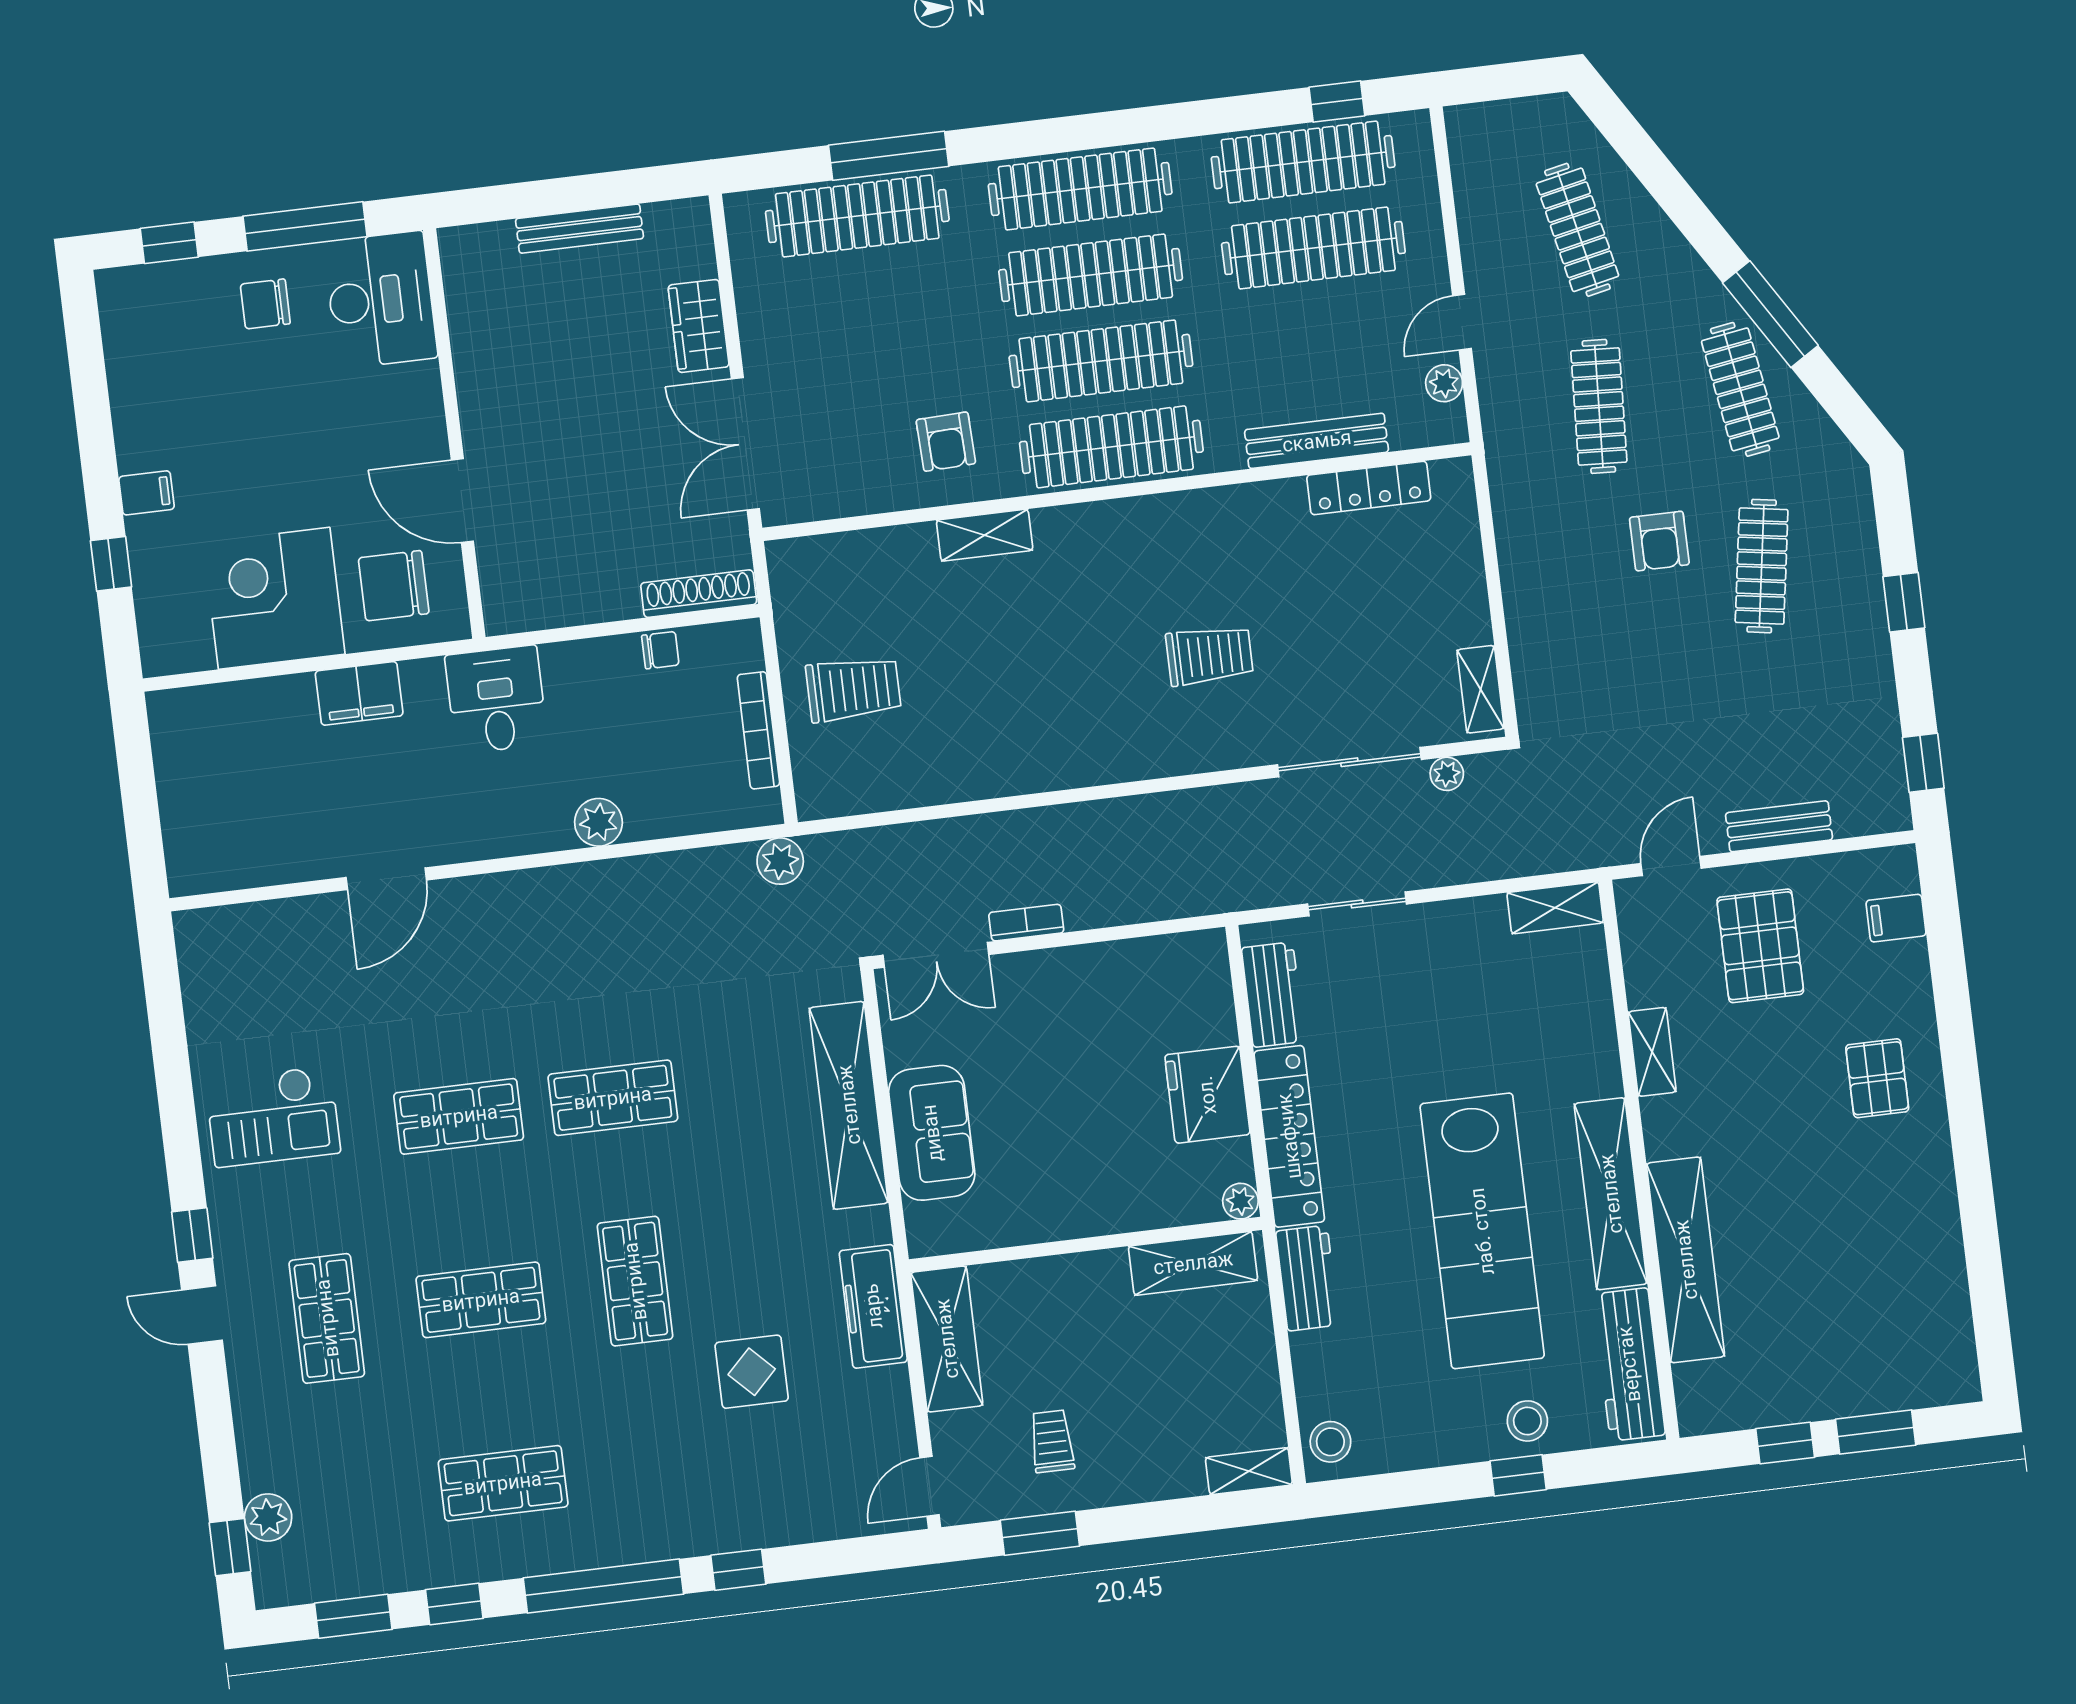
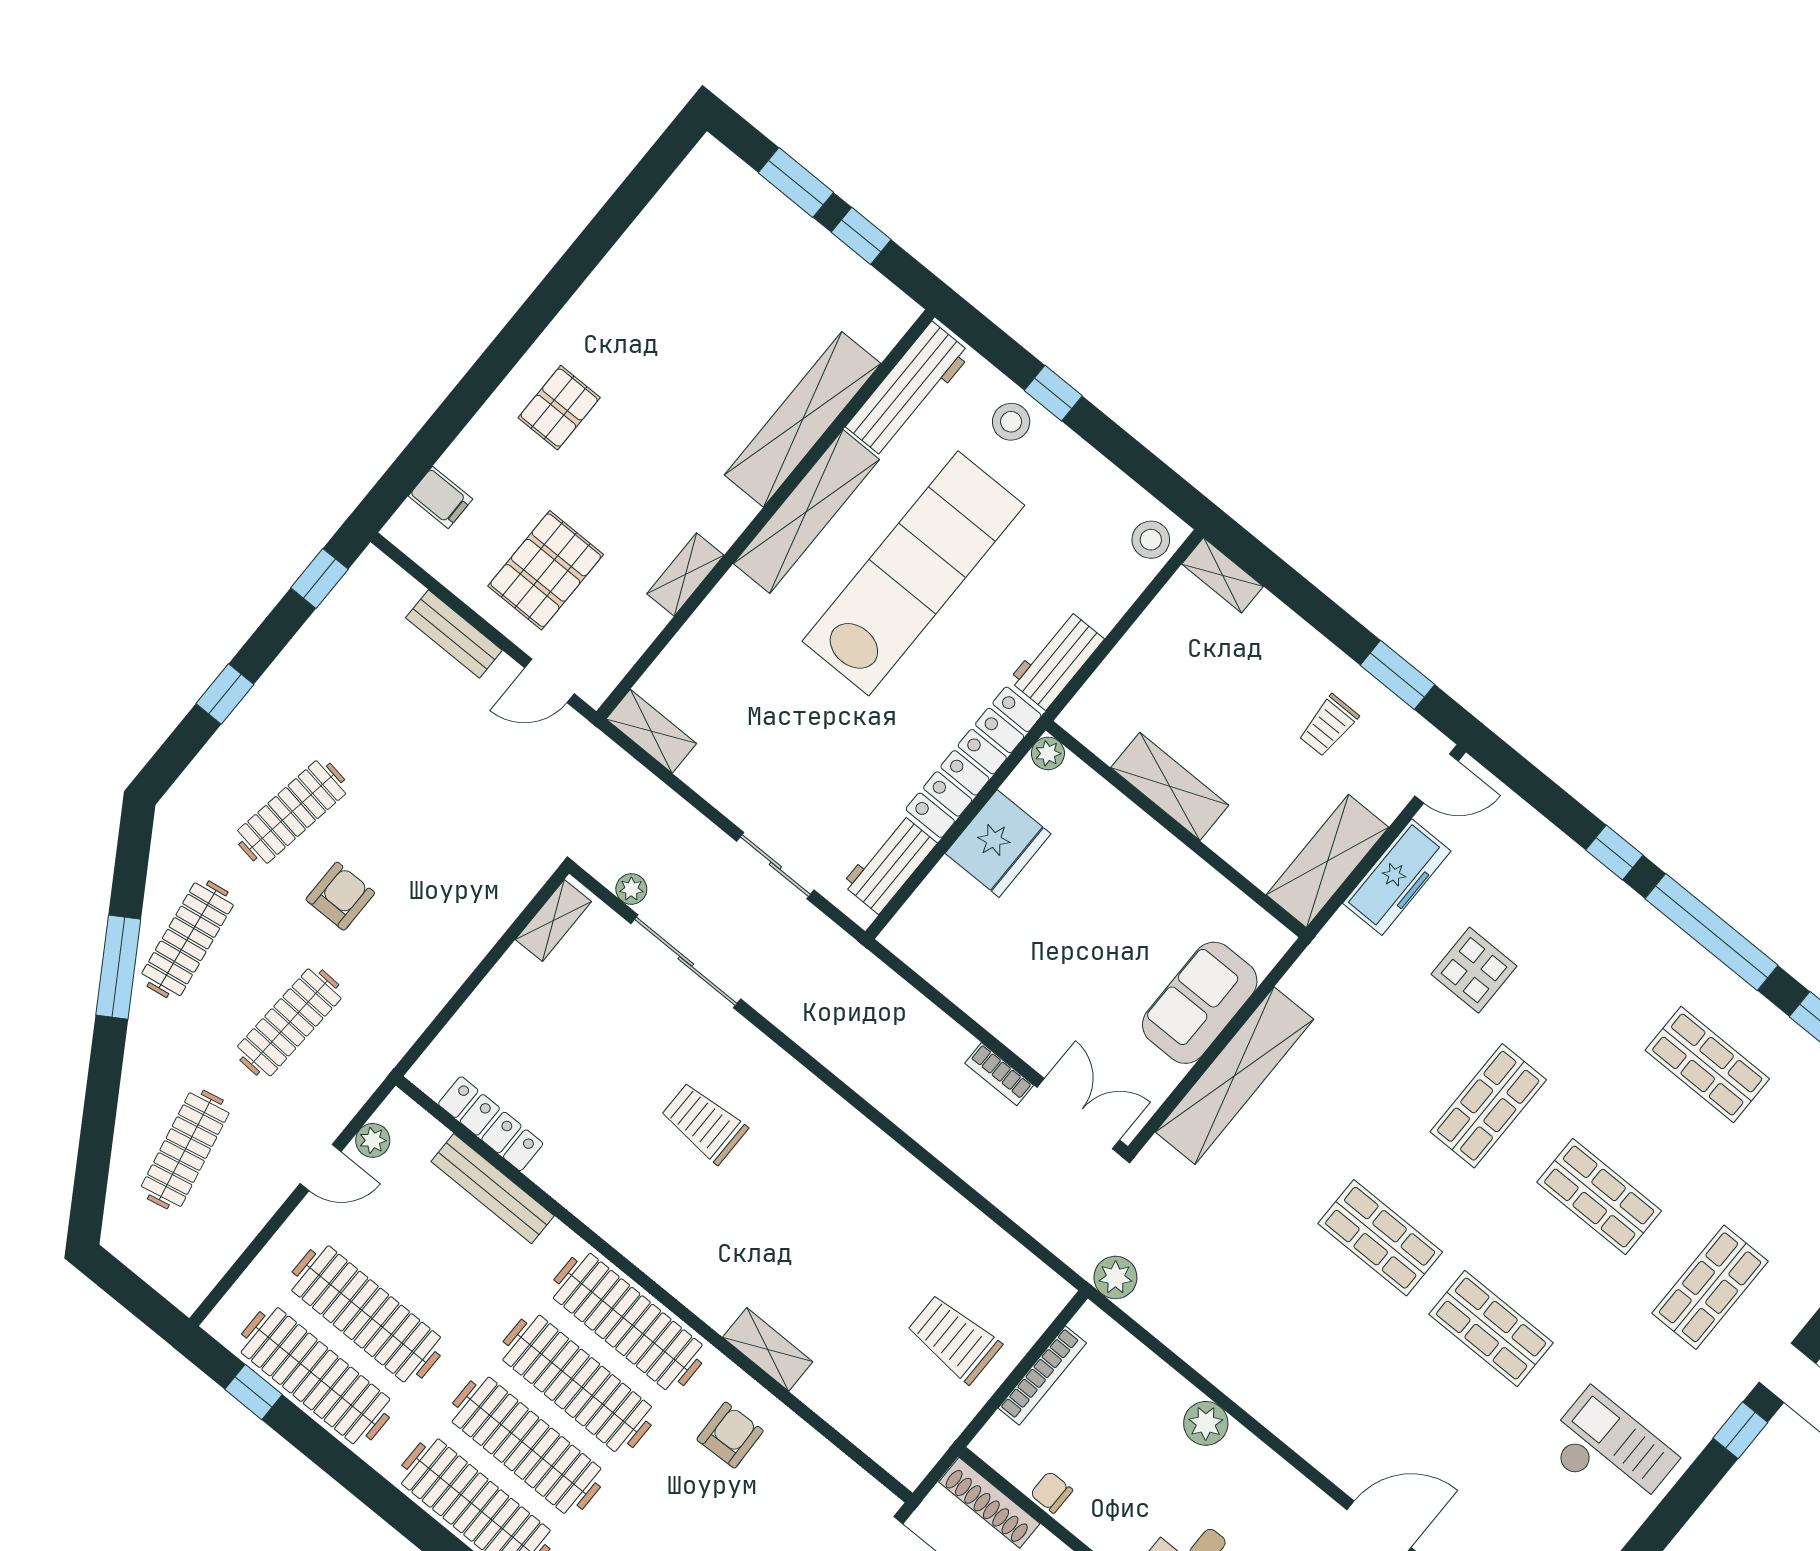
shelving: (1193, 1263) -> (1170, 786), moved
freezer: (873, 1306) -> (1397, 877), moved

